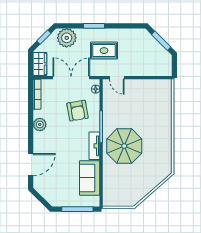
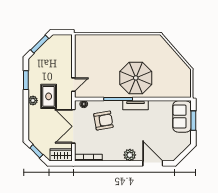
window: (94, 26) -> (26, 80), moved
plant: (67, 38) -> (33, 101), moved, width x0.53, depth x0.53
plant: (40, 124) -> (130, 155), moved
sofa: (90, 178) -> (182, 116), moved, turned 90
window: (77, 209) -> (193, 121), width x0.69

